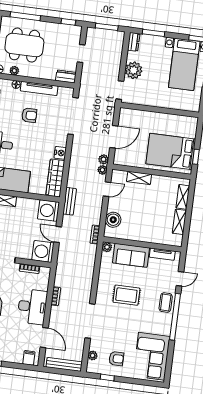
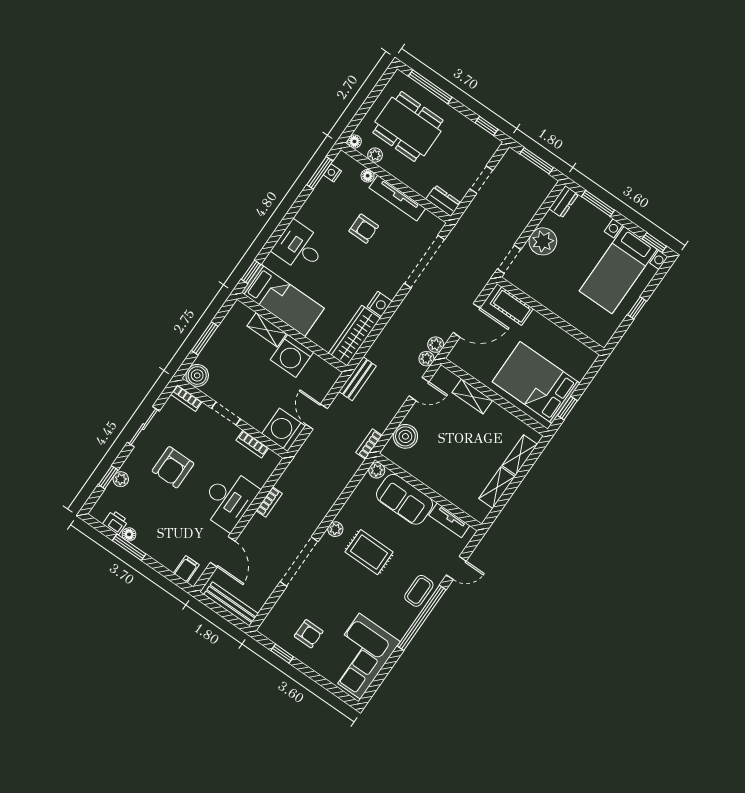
cot: (135, 116) -> (512, 306), added
washing machine: (48, 211) -> (292, 356), moved, turned -90
plant: (93, 355) -> (335, 529), moved

